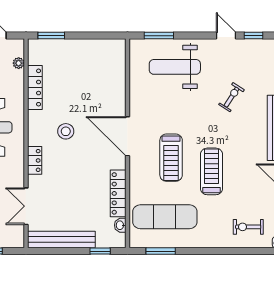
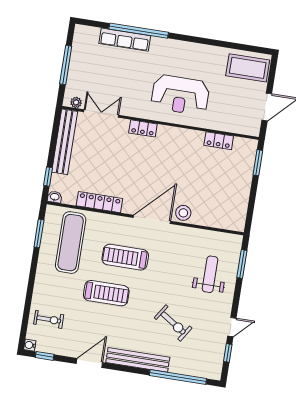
plant: (19, 63) -> (76, 102), moved
weight bench: (175, 67) -> (210, 274), width x0.73, depth x0.75
locker: (35, 88) -> (219, 141), width x0.66
exercise bike: (231, 97) -> (173, 323), width x1.38, depth x1.39
stool: (66, 131) -> (183, 213), moved
washbasin: (120, 225) -> (55, 197), moved
exercise bike: (248, 227) -> (49, 319), turned 90

